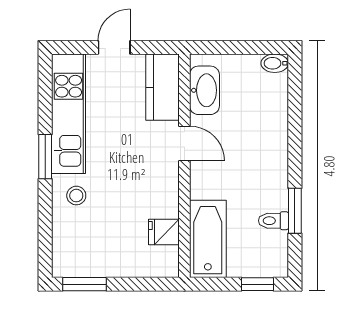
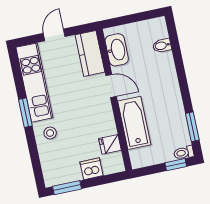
bidet: (275, 63) -> (162, 46), moved
window: (295, 211) -> (192, 127), moved
toilet: (273, 221) -> (184, 153), moved
bathtub: (208, 239) -> (134, 123), moved
dishwasher: (128, 263) -> (91, 169), added

